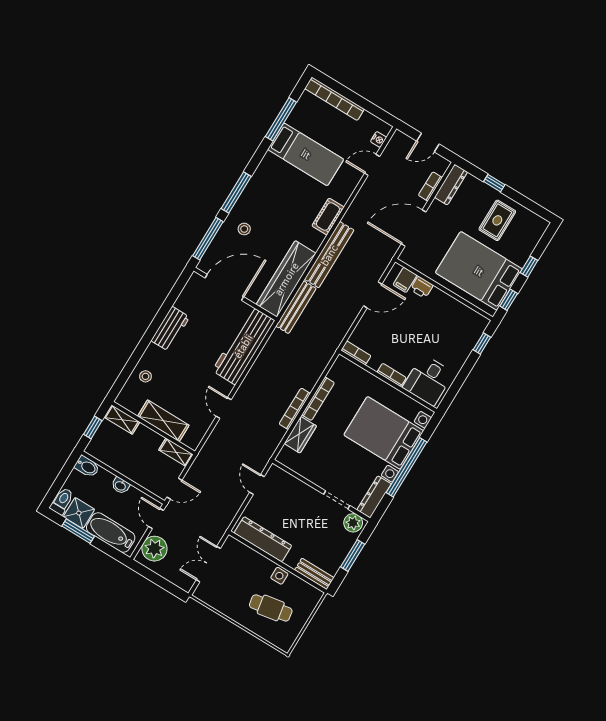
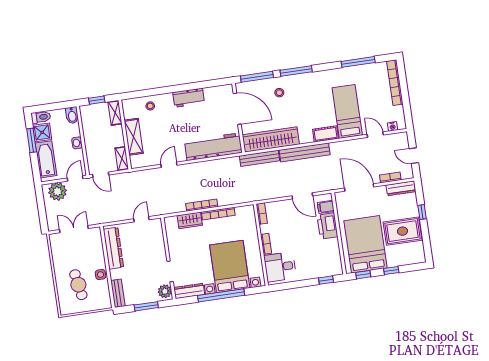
bed: (306, 154) -> (347, 111), moved, turned 180
rug: (497, 220) -> (403, 231), width x1.36, depth x1.43
printer: (422, 287) -> (327, 226), width x1.87, depth x1.48

